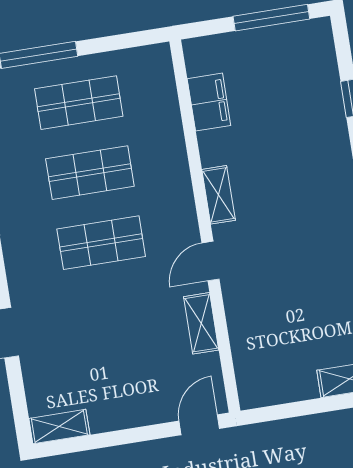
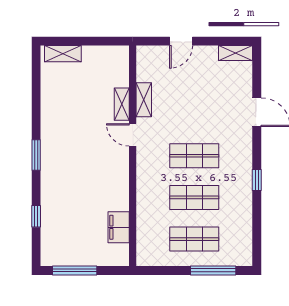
shelving: (219, 195) -> (122, 104), moved
door: (210, 261) -> (133, 135), swing flipped
door: (199, 425) -> (181, 41), moved

